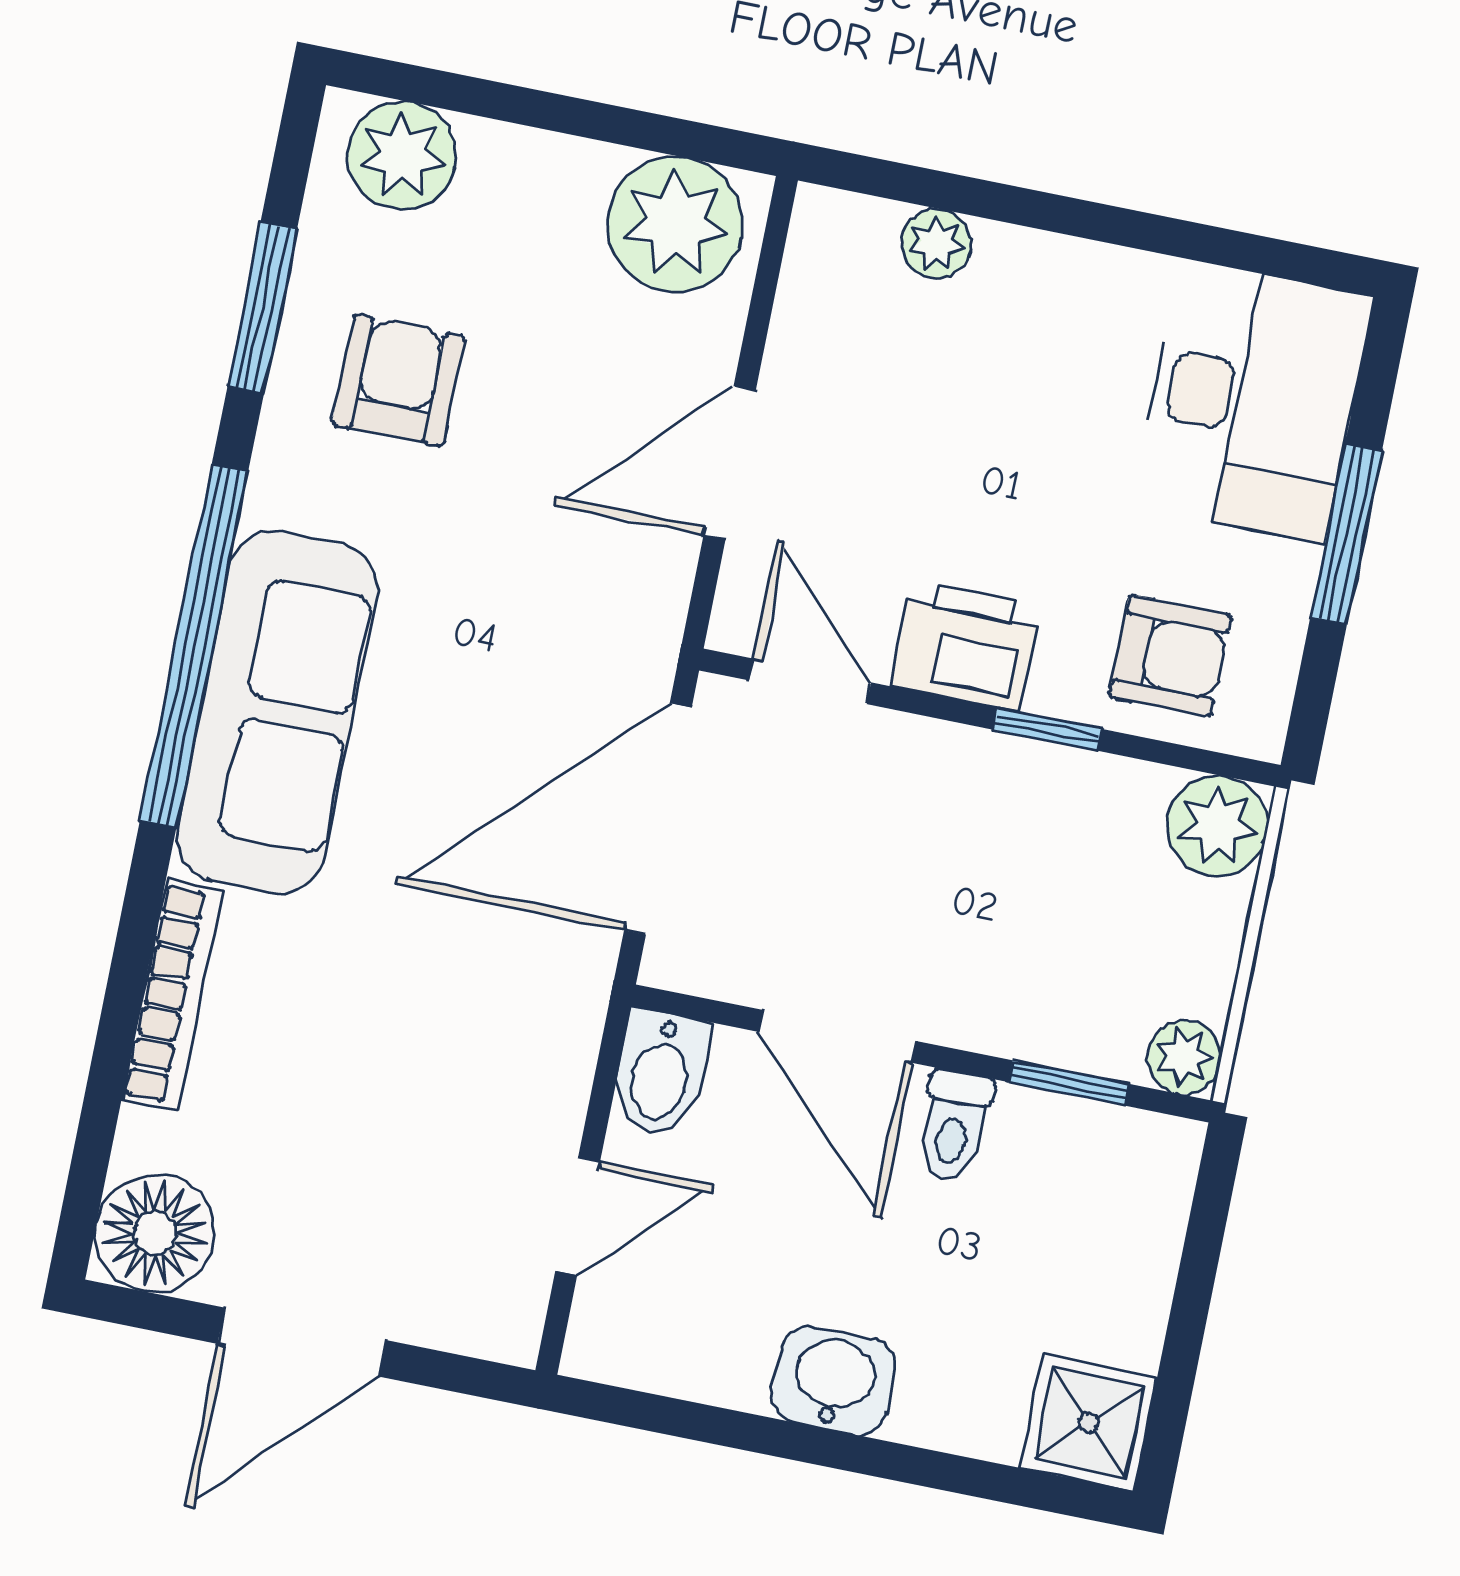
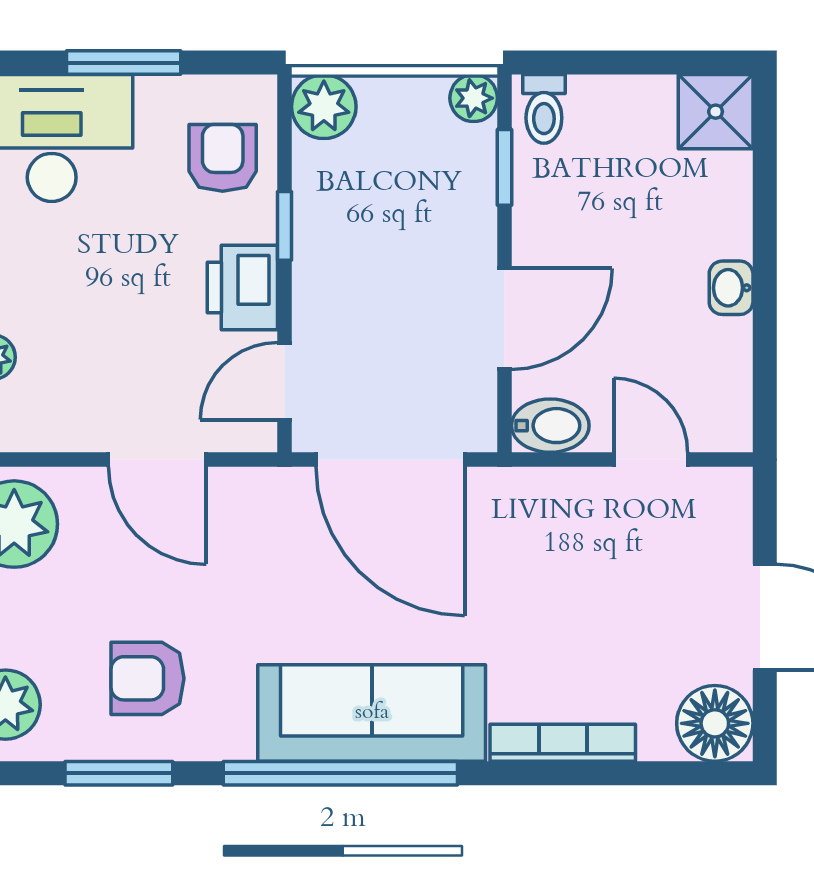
toilet: (954, 1126) -> (544, 109), moved, turned 90
washbasin: (834, 1380) -> (731, 288), width x0.72, depth x0.69

